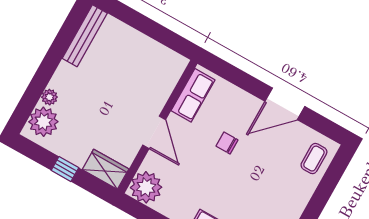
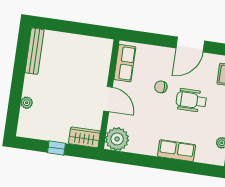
plant: (43, 122) -> (29, 121), removed
wheelchair: (259, 175) -> (191, 100), added

